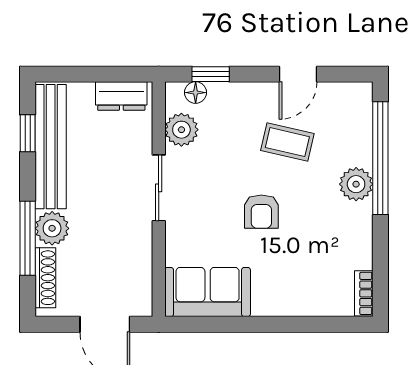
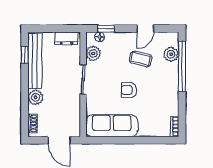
plant: (356, 184) -> (171, 54), moved
armchair: (261, 212) -> (129, 90), turned 90
window: (28, 238) -> (25, 102), removed
shoe rack: (45, 278) -> (33, 123), width x0.70
sofa: (208, 292) -> (112, 126), width x1.36

